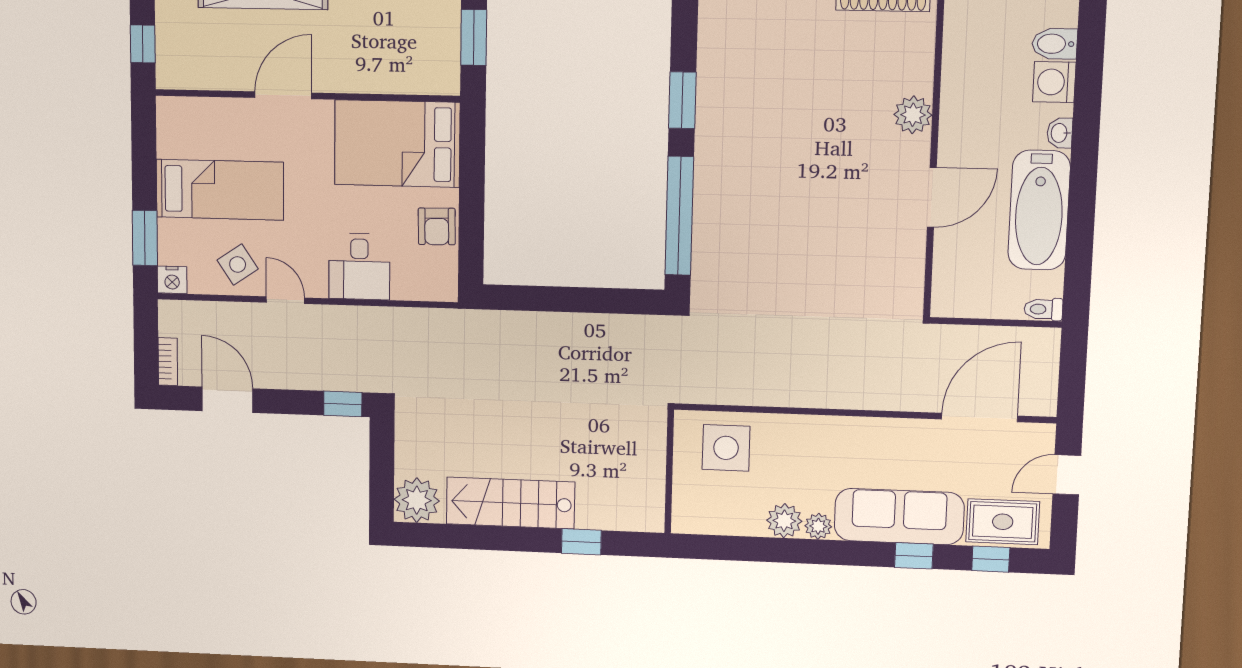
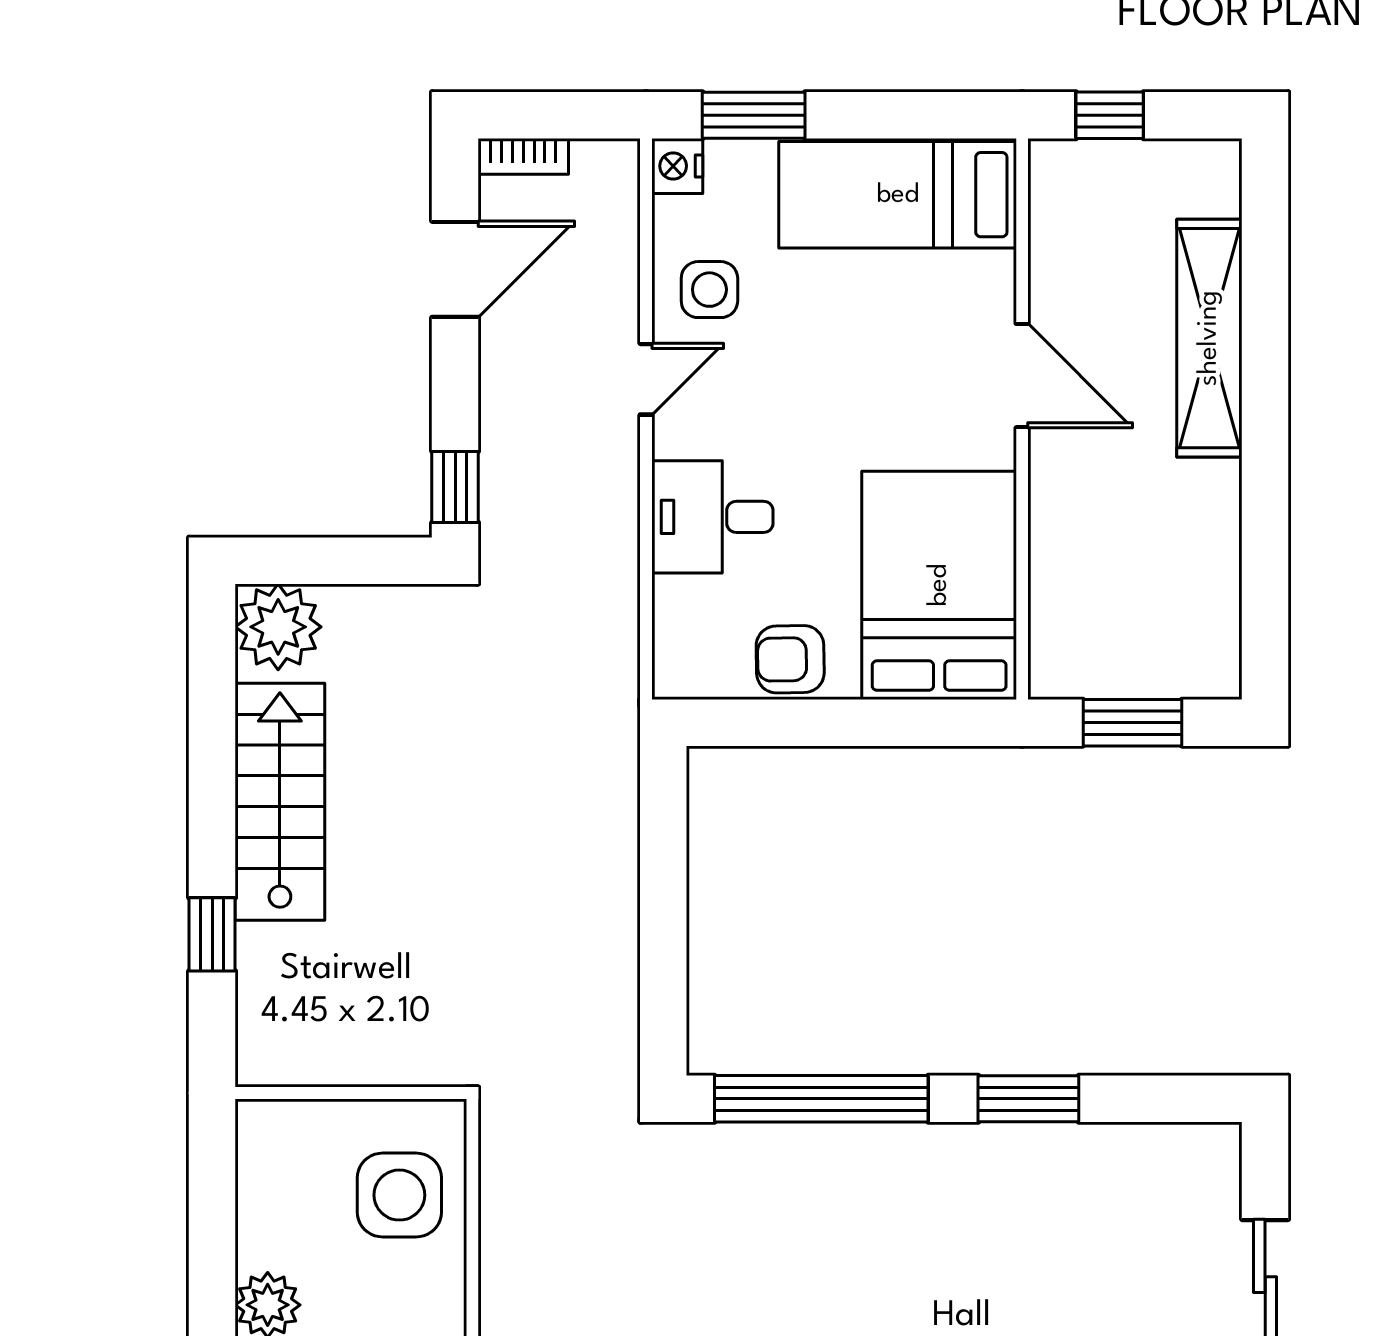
bed: (220, 190) -> (898, 195), moved, turned 90
side table: (238, 265) -> (709, 290), turned 34

